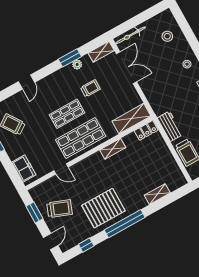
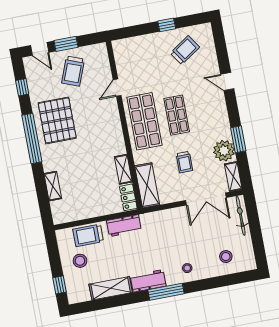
plant: (77, 65) -> (224, 151), width x1.87, depth x1.87
trolley: (90, 88) -> (184, 162), moved
shelving: (113, 149) -> (123, 169), moved
freezer: (24, 168) -> (131, 46), removed
window: (35, 213) -> (66, 44), moved

